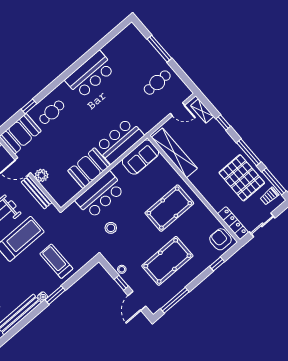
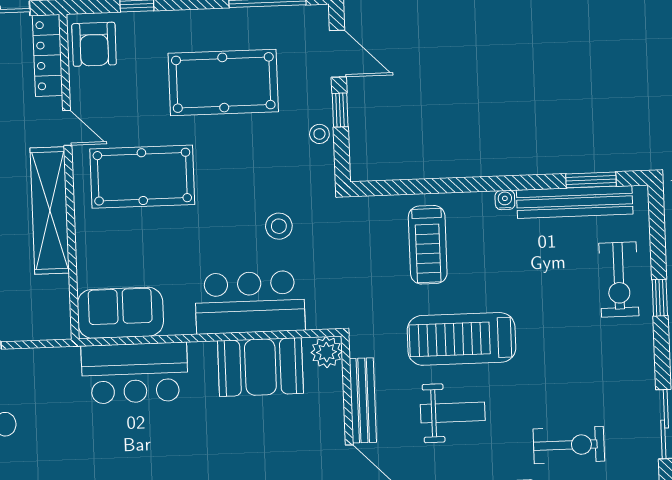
shelving: (174, 153) -> (50, 211), moved
booth: (89, 168) -> (260, 367), moved
plant: (41, 175) -> (327, 352), moved
door: (207, 204) -> (67, 128), added
window: (55, 295) -> (591, 180), moved
door: (137, 301) -> (338, 54), hinge flipped

